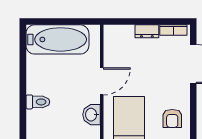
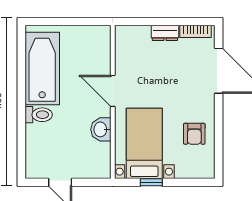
bathtub: (57, 39) -> (42, 69), moved, turned -90
door: (102, 81) -> (113, 91), swing flipped

